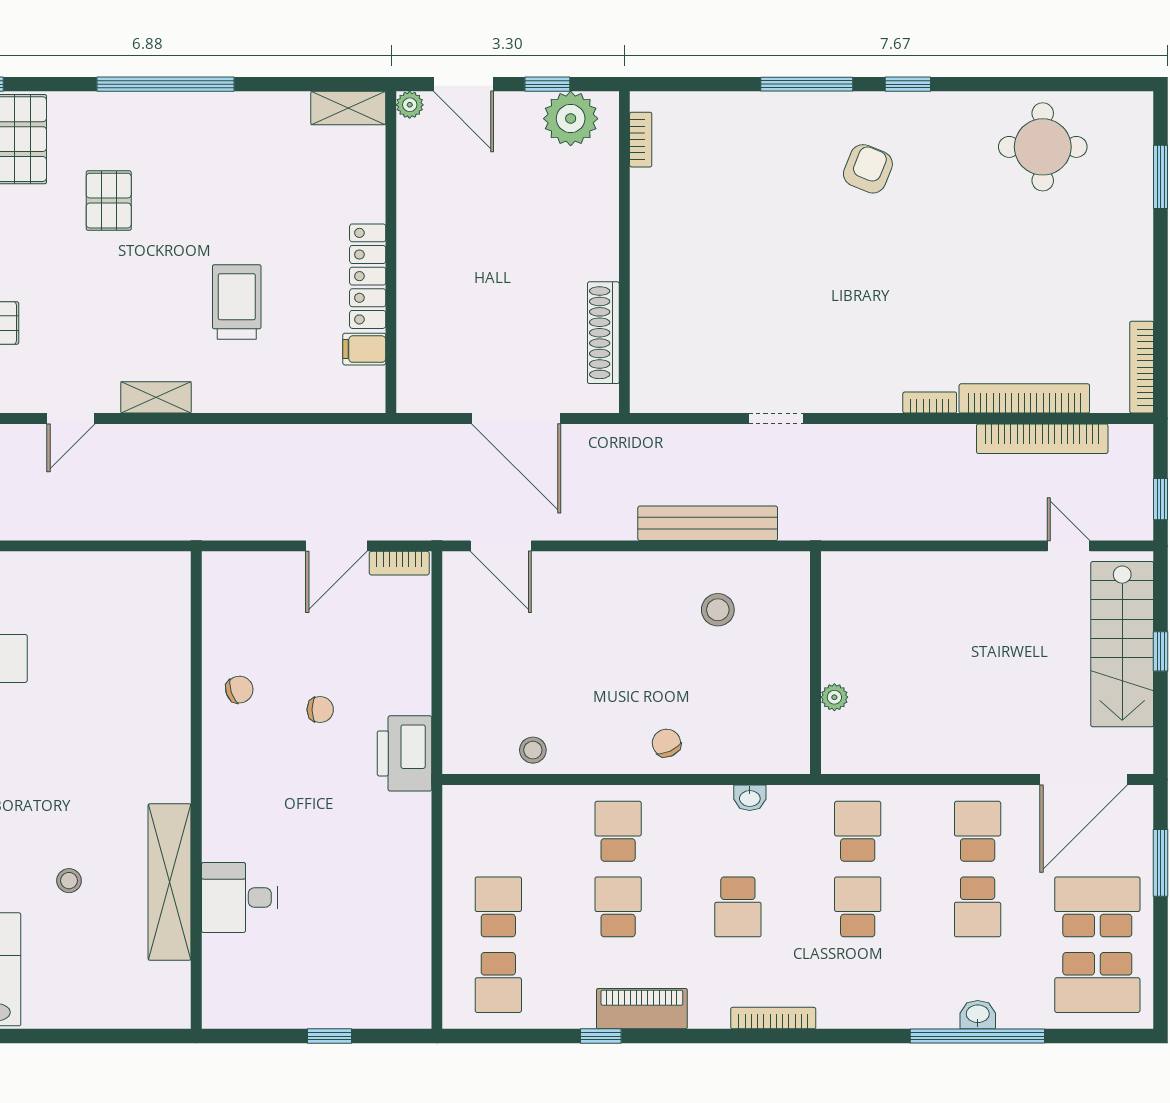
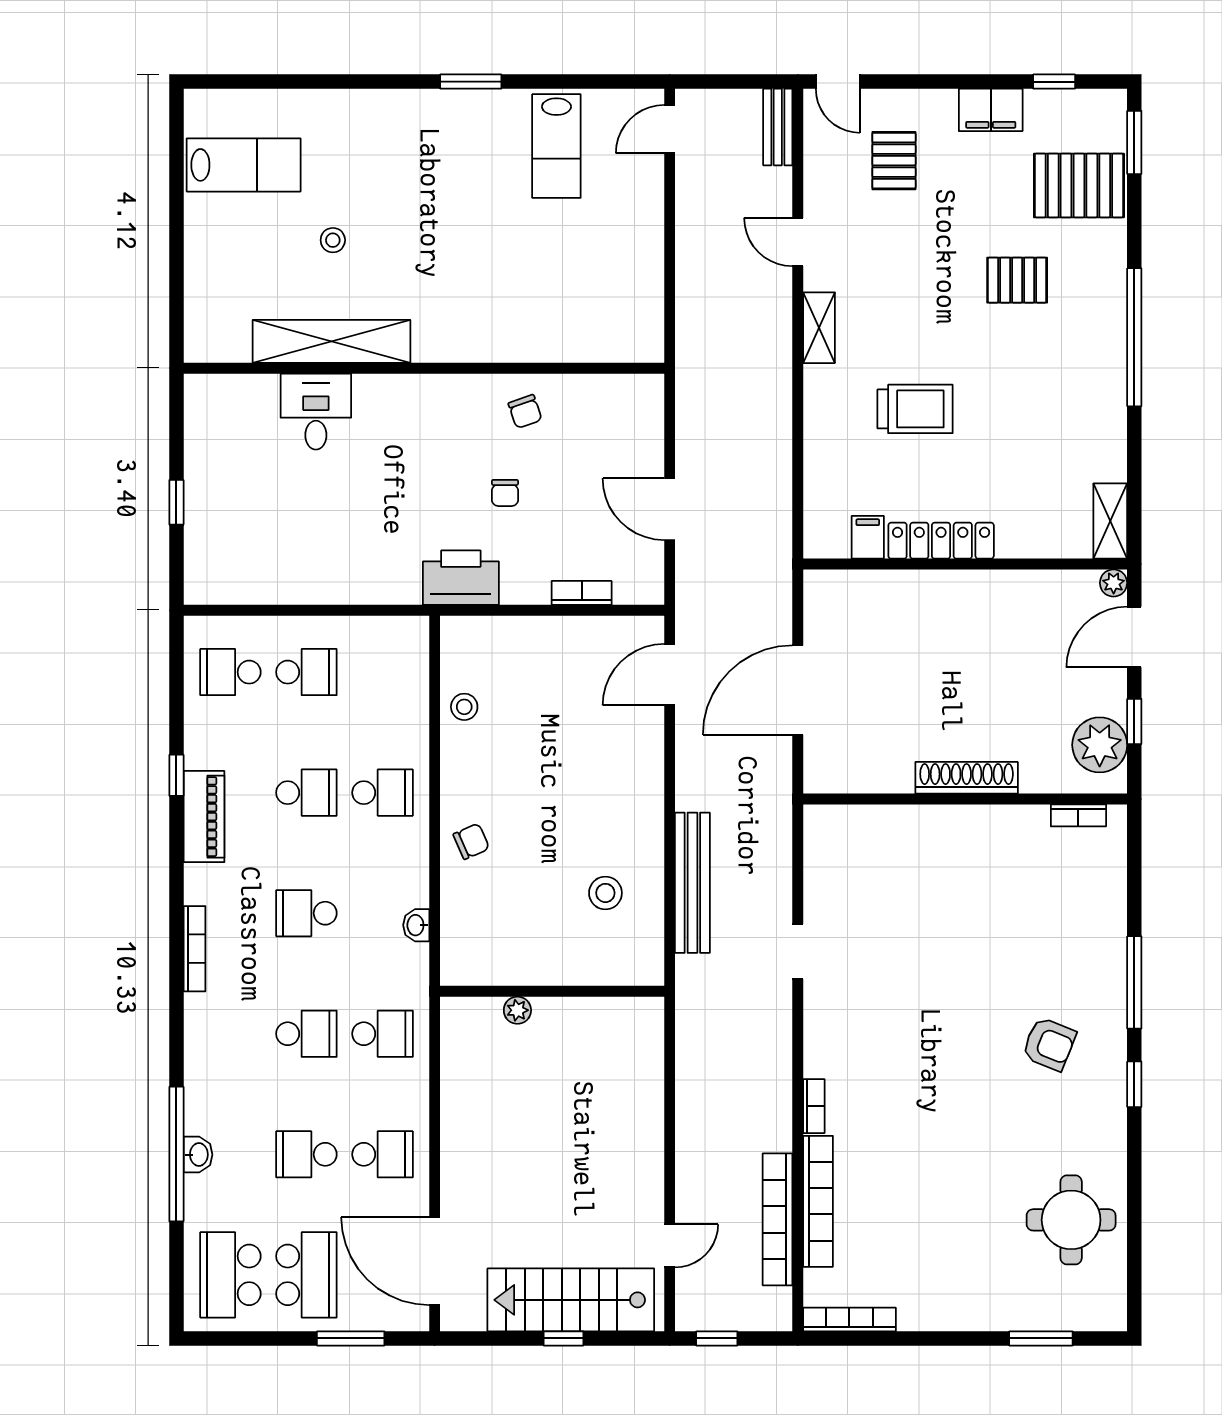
shoe rack: (603, 333) -> (967, 778), moved
bookcase: (399, 563) -> (582, 593), moved, turned 90

